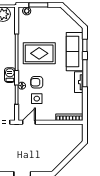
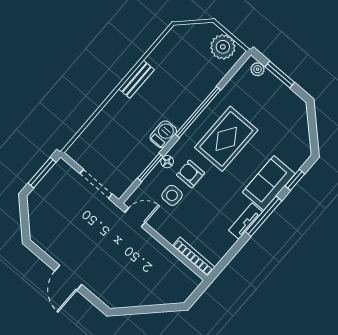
sofa: (75, 52) -> (269, 183), width x0.73
rug: (39, 53) -> (226, 139), turned 90

